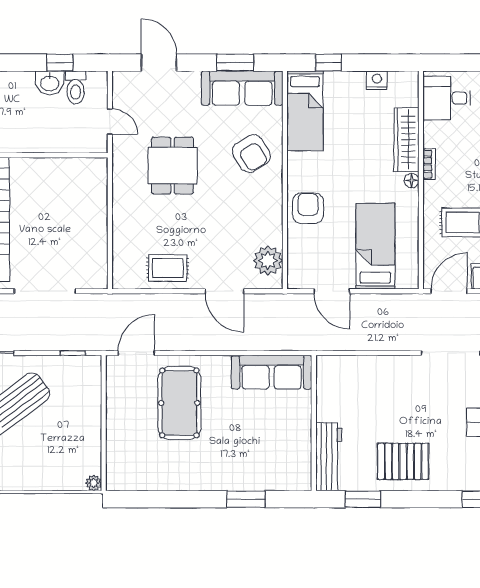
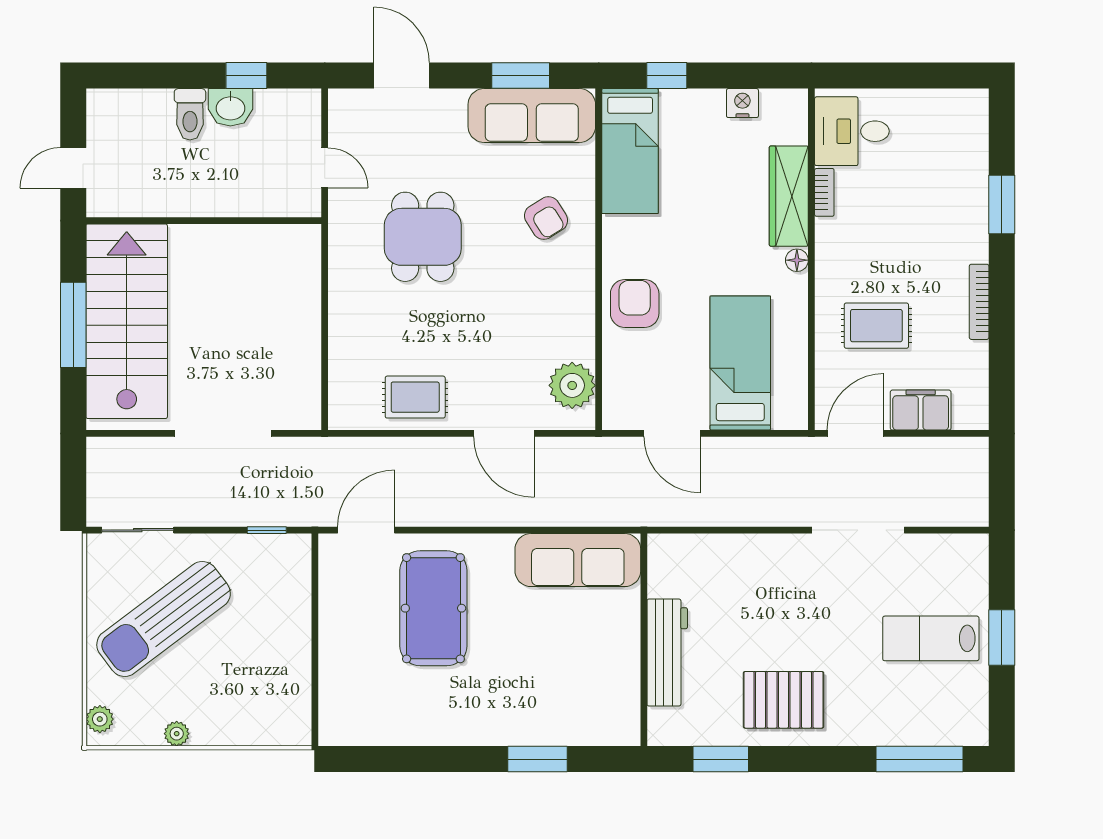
toilet: (76, 87) -> (190, 114), moved
armchair: (251, 154) -> (546, 218), width x0.72, depth x0.72
bookcase: (429, 164) -> (824, 192), moved
workbench: (329, 457) -> (667, 653), moved
plant: (94, 483) -> (177, 734), moved

